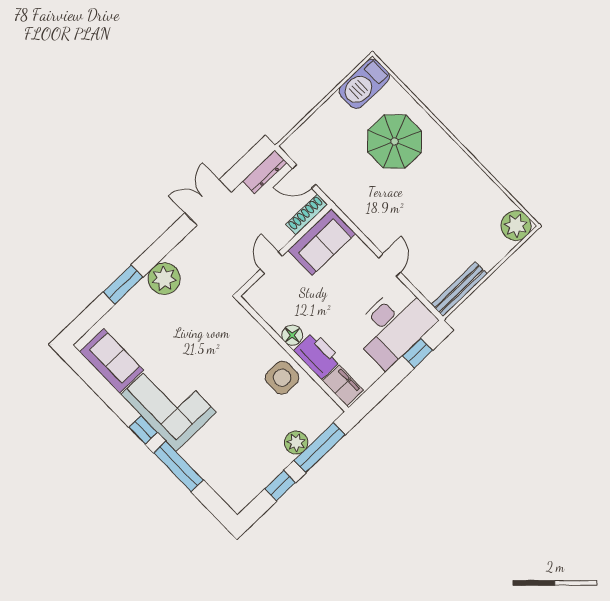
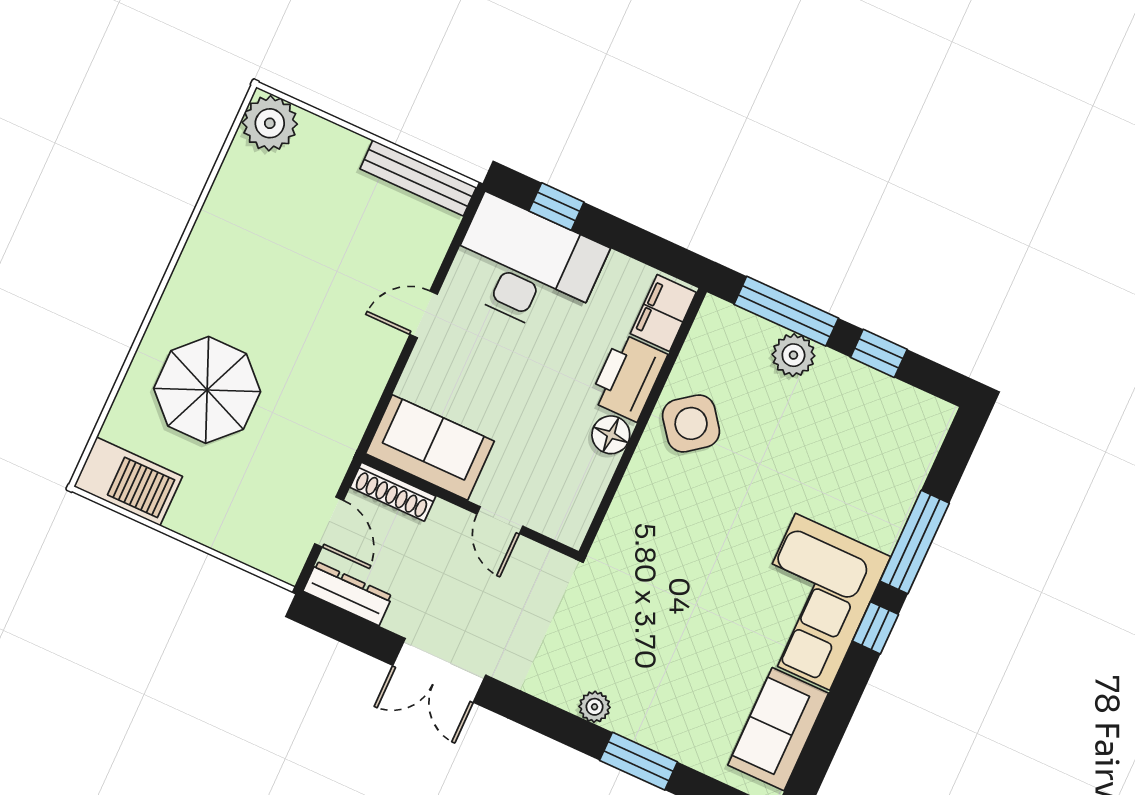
door: (271, 263) -> (500, 520), hinge flipped
plant: (164, 279) -> (595, 707), width x0.53, depth x0.53
side table: (282, 378) -> (691, 423), turned -37

